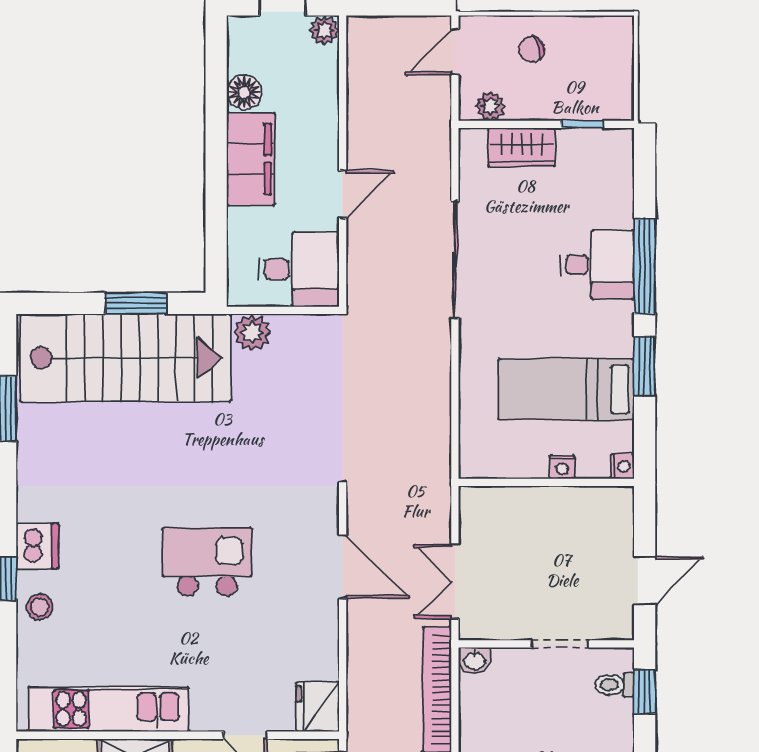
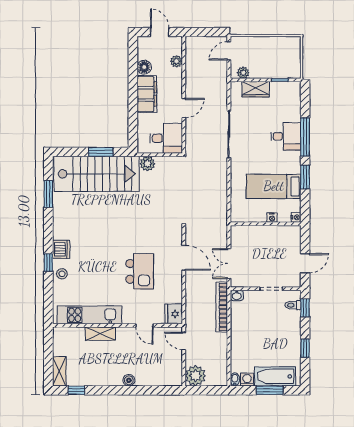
plant: (324, 30) -> (176, 61), moved
chair: (532, 49) -> (260, 50), removed
kitchen island: (207, 562) -> (140, 271), moved, turned 90

